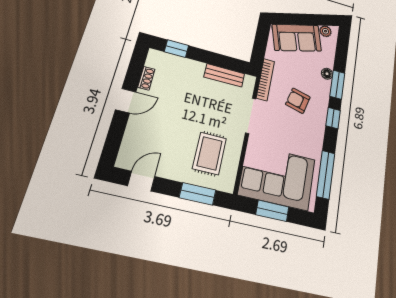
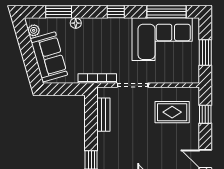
window: (337, 85) -> (59, 12), moved
armchair: (298, 101) -> (108, 46), removed
corner sofa: (277, 177) -> (162, 39), moved, turned -90
window: (198, 194) -> (205, 114), width x0.67

